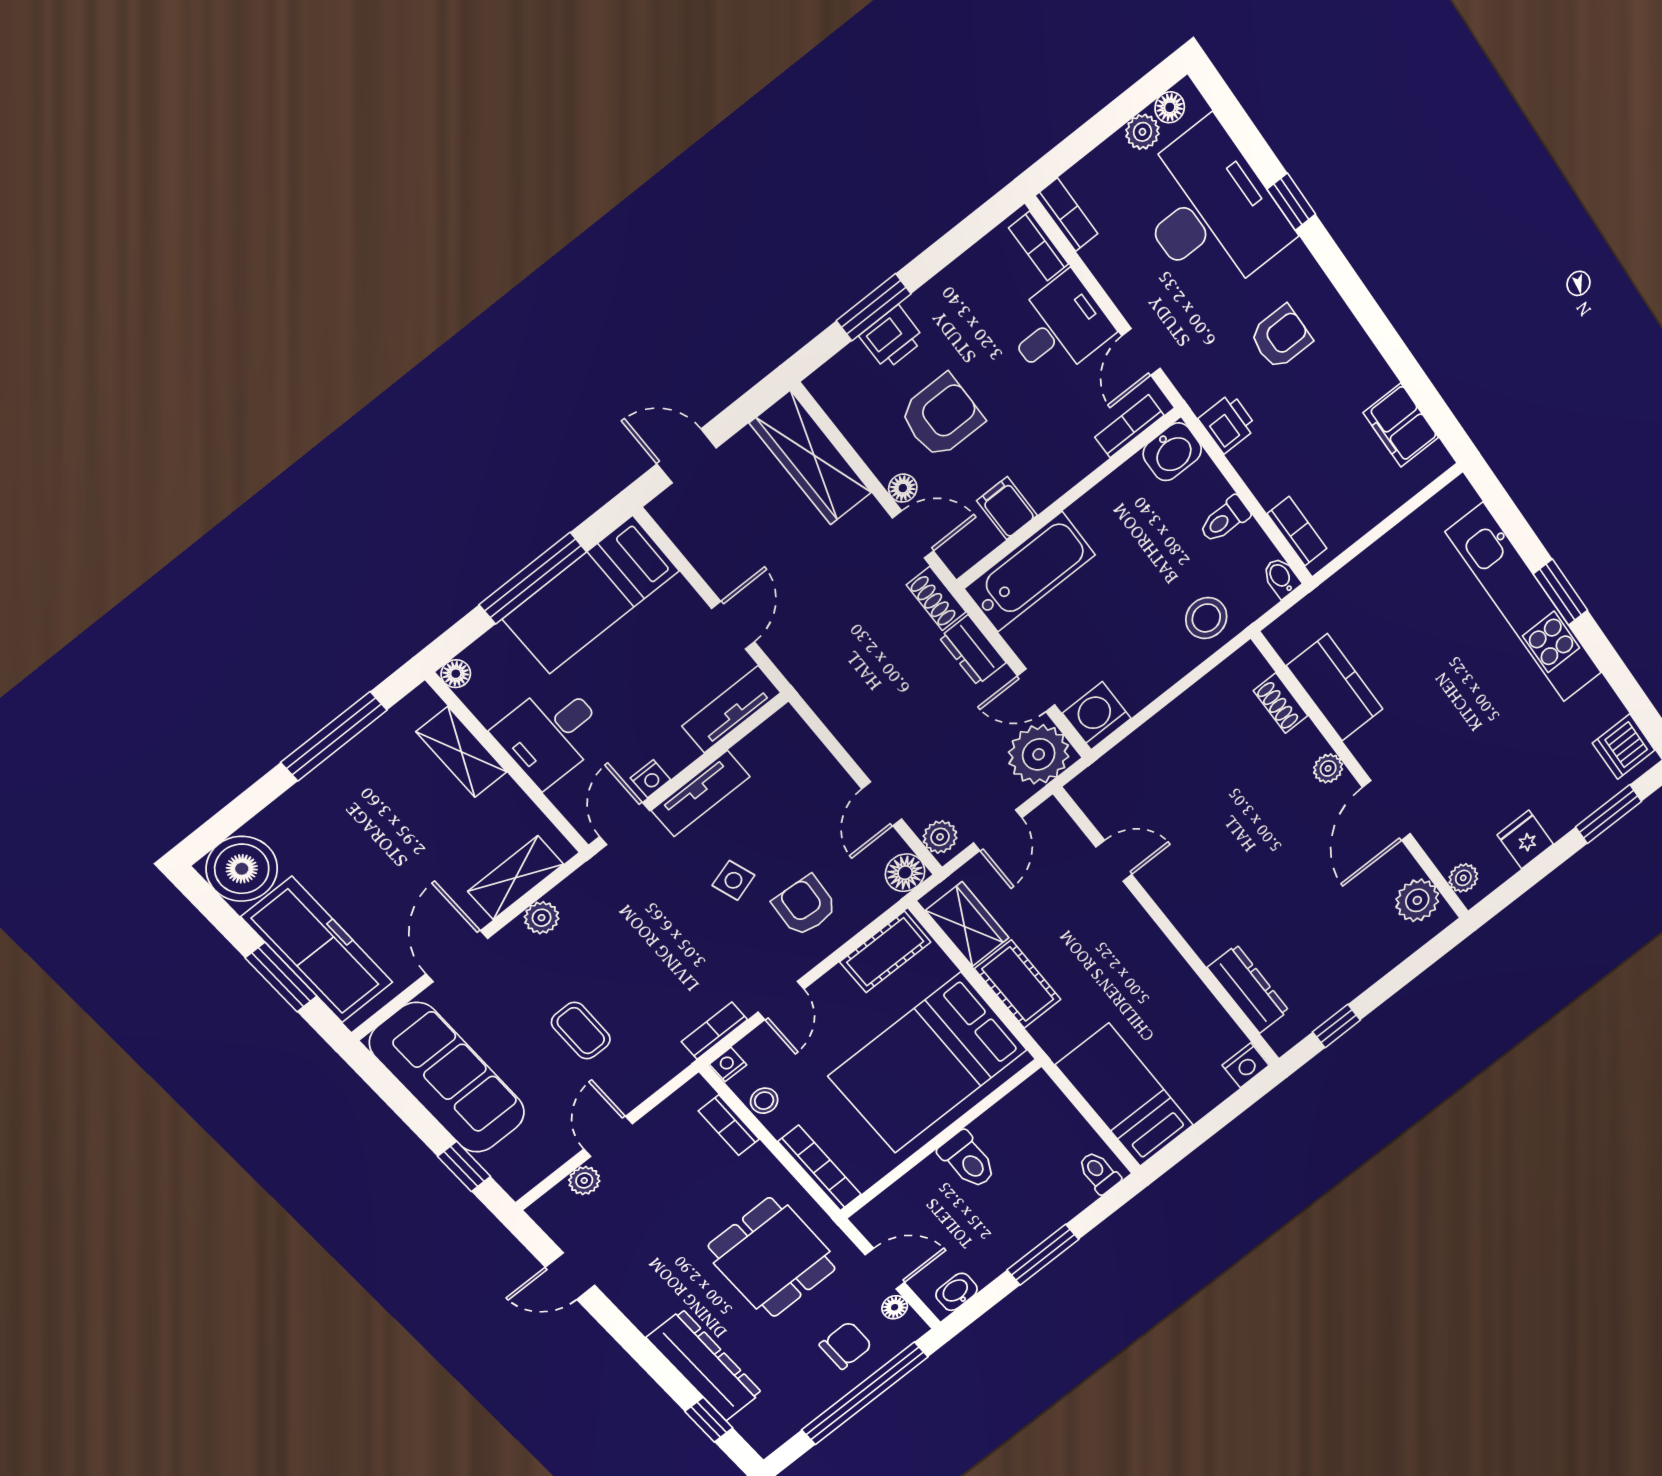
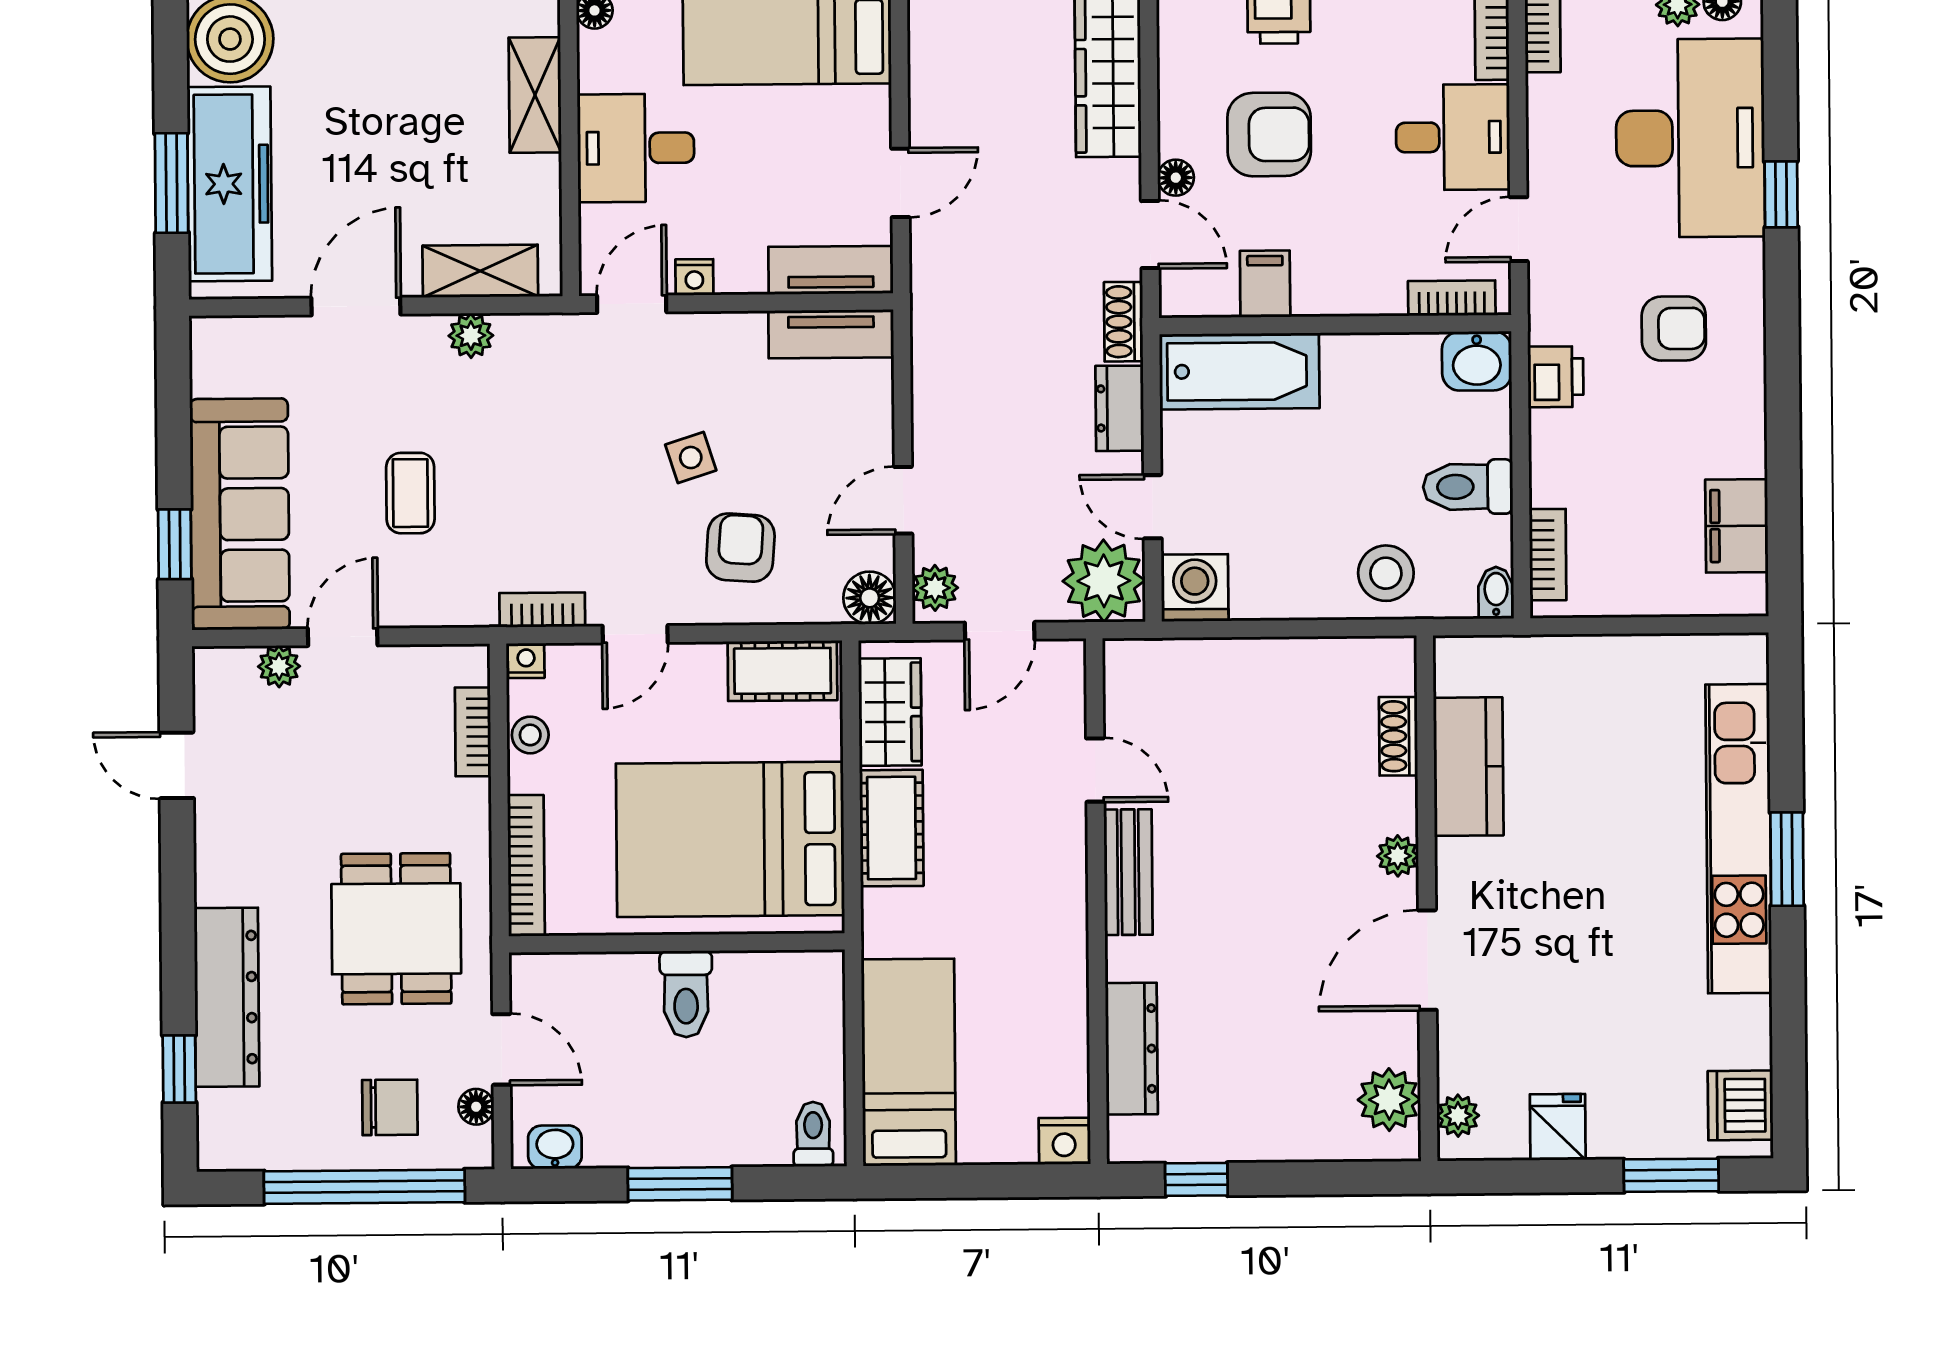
toilet: (1225, 520) -> (1468, 487), width x1.37, depth x1.39
tv unit: (701, 794) -> (831, 334), moved
bench: (1175, 900) -> (1128, 872), added
sofa: (447, 1078) -> (240, 514), moved

